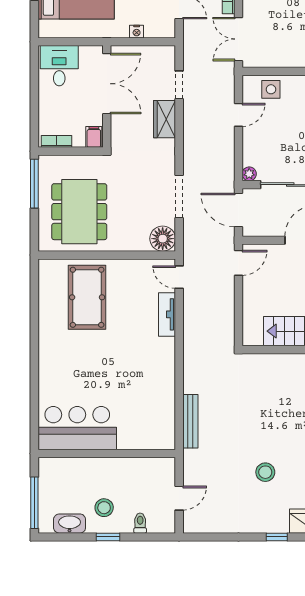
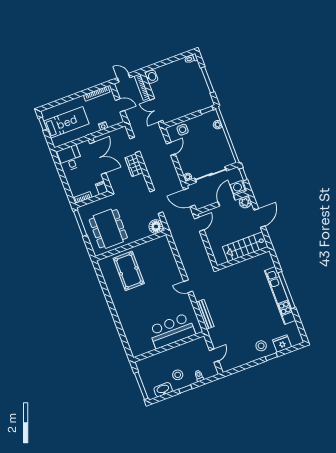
door: (179, 277) -> (188, 286), moved
tv unit: (167, 314) -> (173, 264), removed
bar counter: (77, 428) -> (172, 331), moved
stool: (265, 472) -> (261, 346), moved

